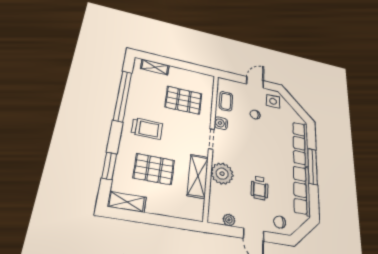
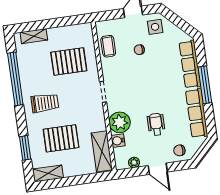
water cooler: (221, 123) -> (118, 141), moved
shelving: (198, 176) -> (102, 151), moved
wheelchair: (260, 188) -> (156, 124), turned 180

